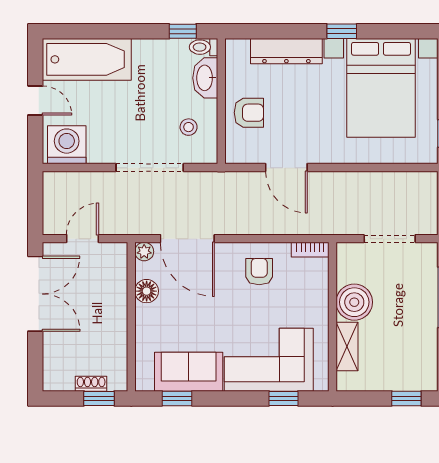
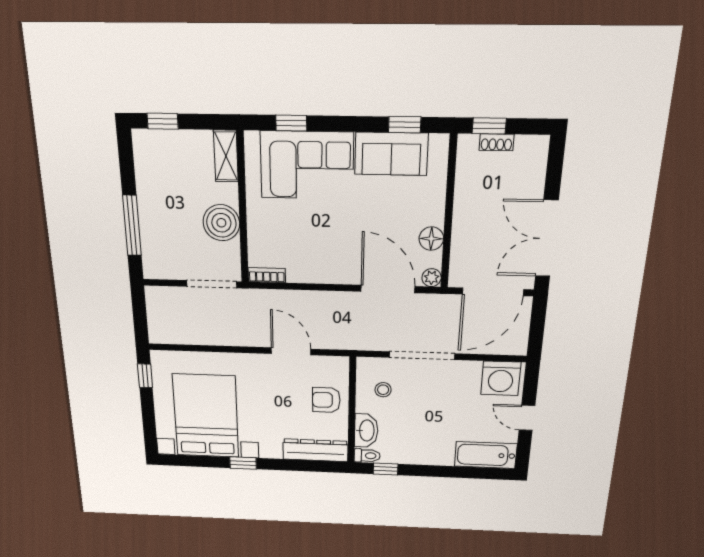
dresser: (286, 51) -> (315, 450), moved
bathtub: (87, 59) -> (486, 455), width x0.73, depth x0.73
door: (82, 239) -> (493, 292), width x1.88
doorway: (390, 239) -> (212, 284), moved
armchair: (259, 272) -> (317, 255), removed
shelving: (347, 347) -> (226, 156), moved

